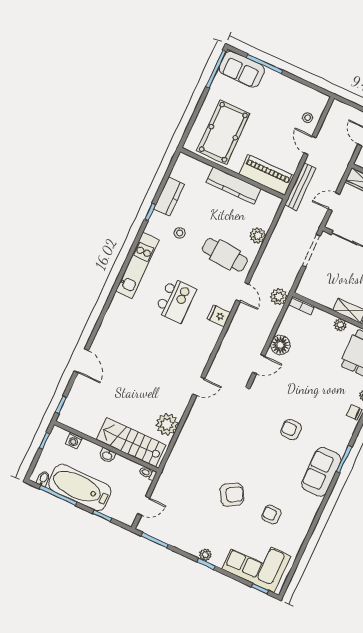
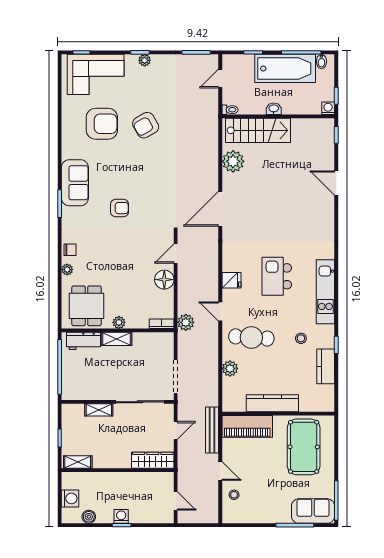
door: (199, 386) -> (220, 209), width x1.88
washing machine: (74, 441) -> (328, 108), moved
armchair: (271, 515) -> (102, 124), width x1.88, depth x1.88

